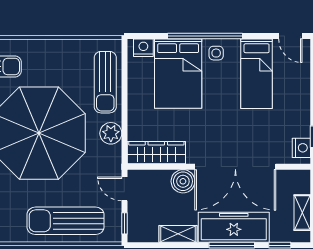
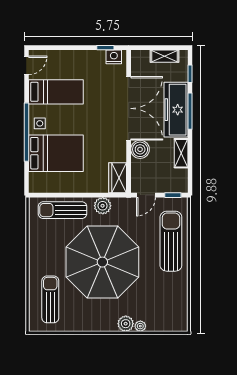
nightstand: (143, 48) -> (36, 180), removed
sun lounger: (105, 82) -> (63, 210), turned 180
wardrobe: (156, 153) -> (118, 178), width x0.67
sun lounger: (65, 221) -> (171, 241), turned 180

